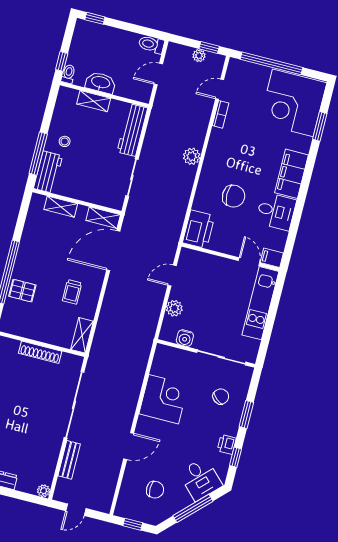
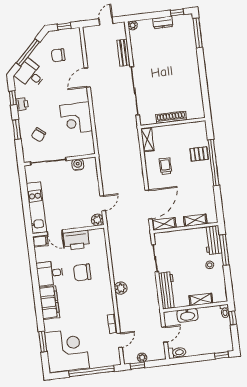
washbasin: (101, 83) -> (187, 315), moved
printer: (199, 229) -> (76, 240), moved, turned -90
plant: (174, 308) -> (97, 220), moved

